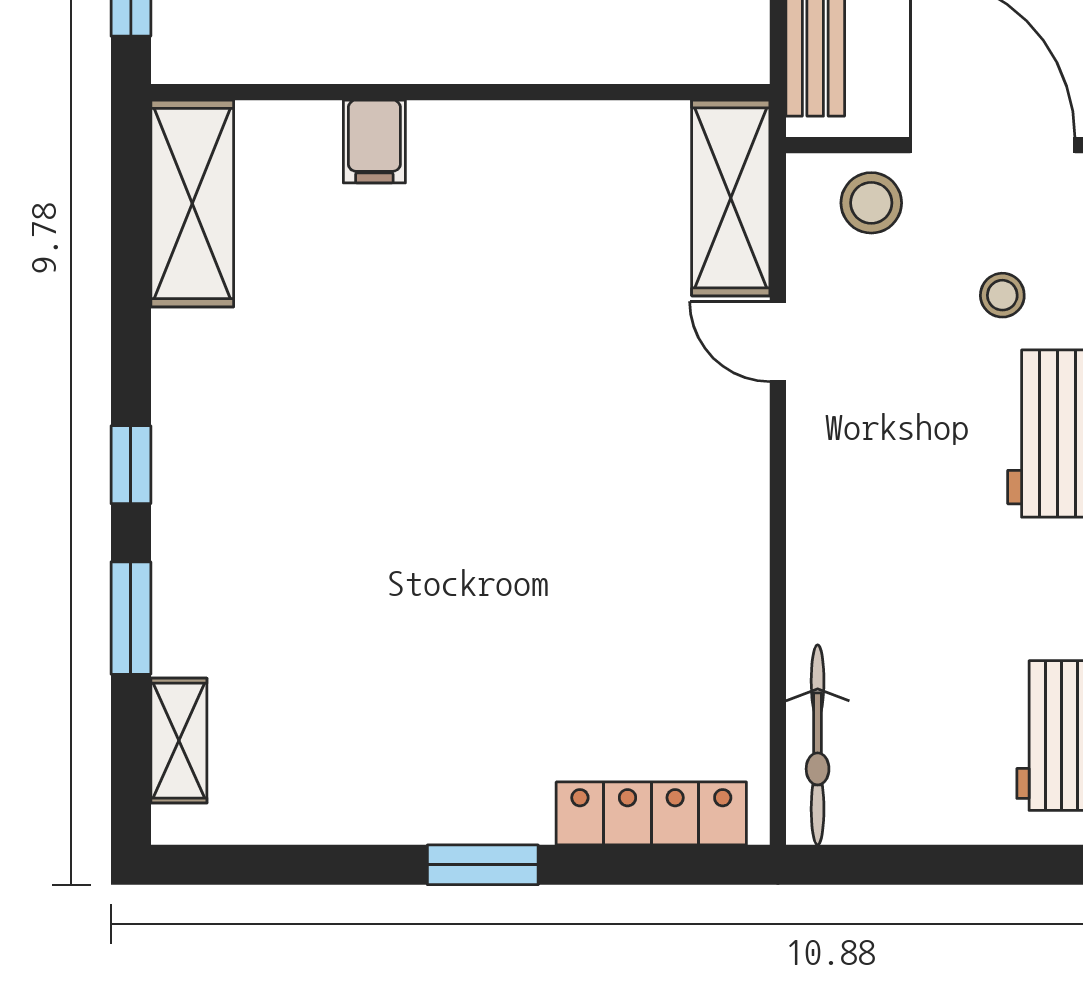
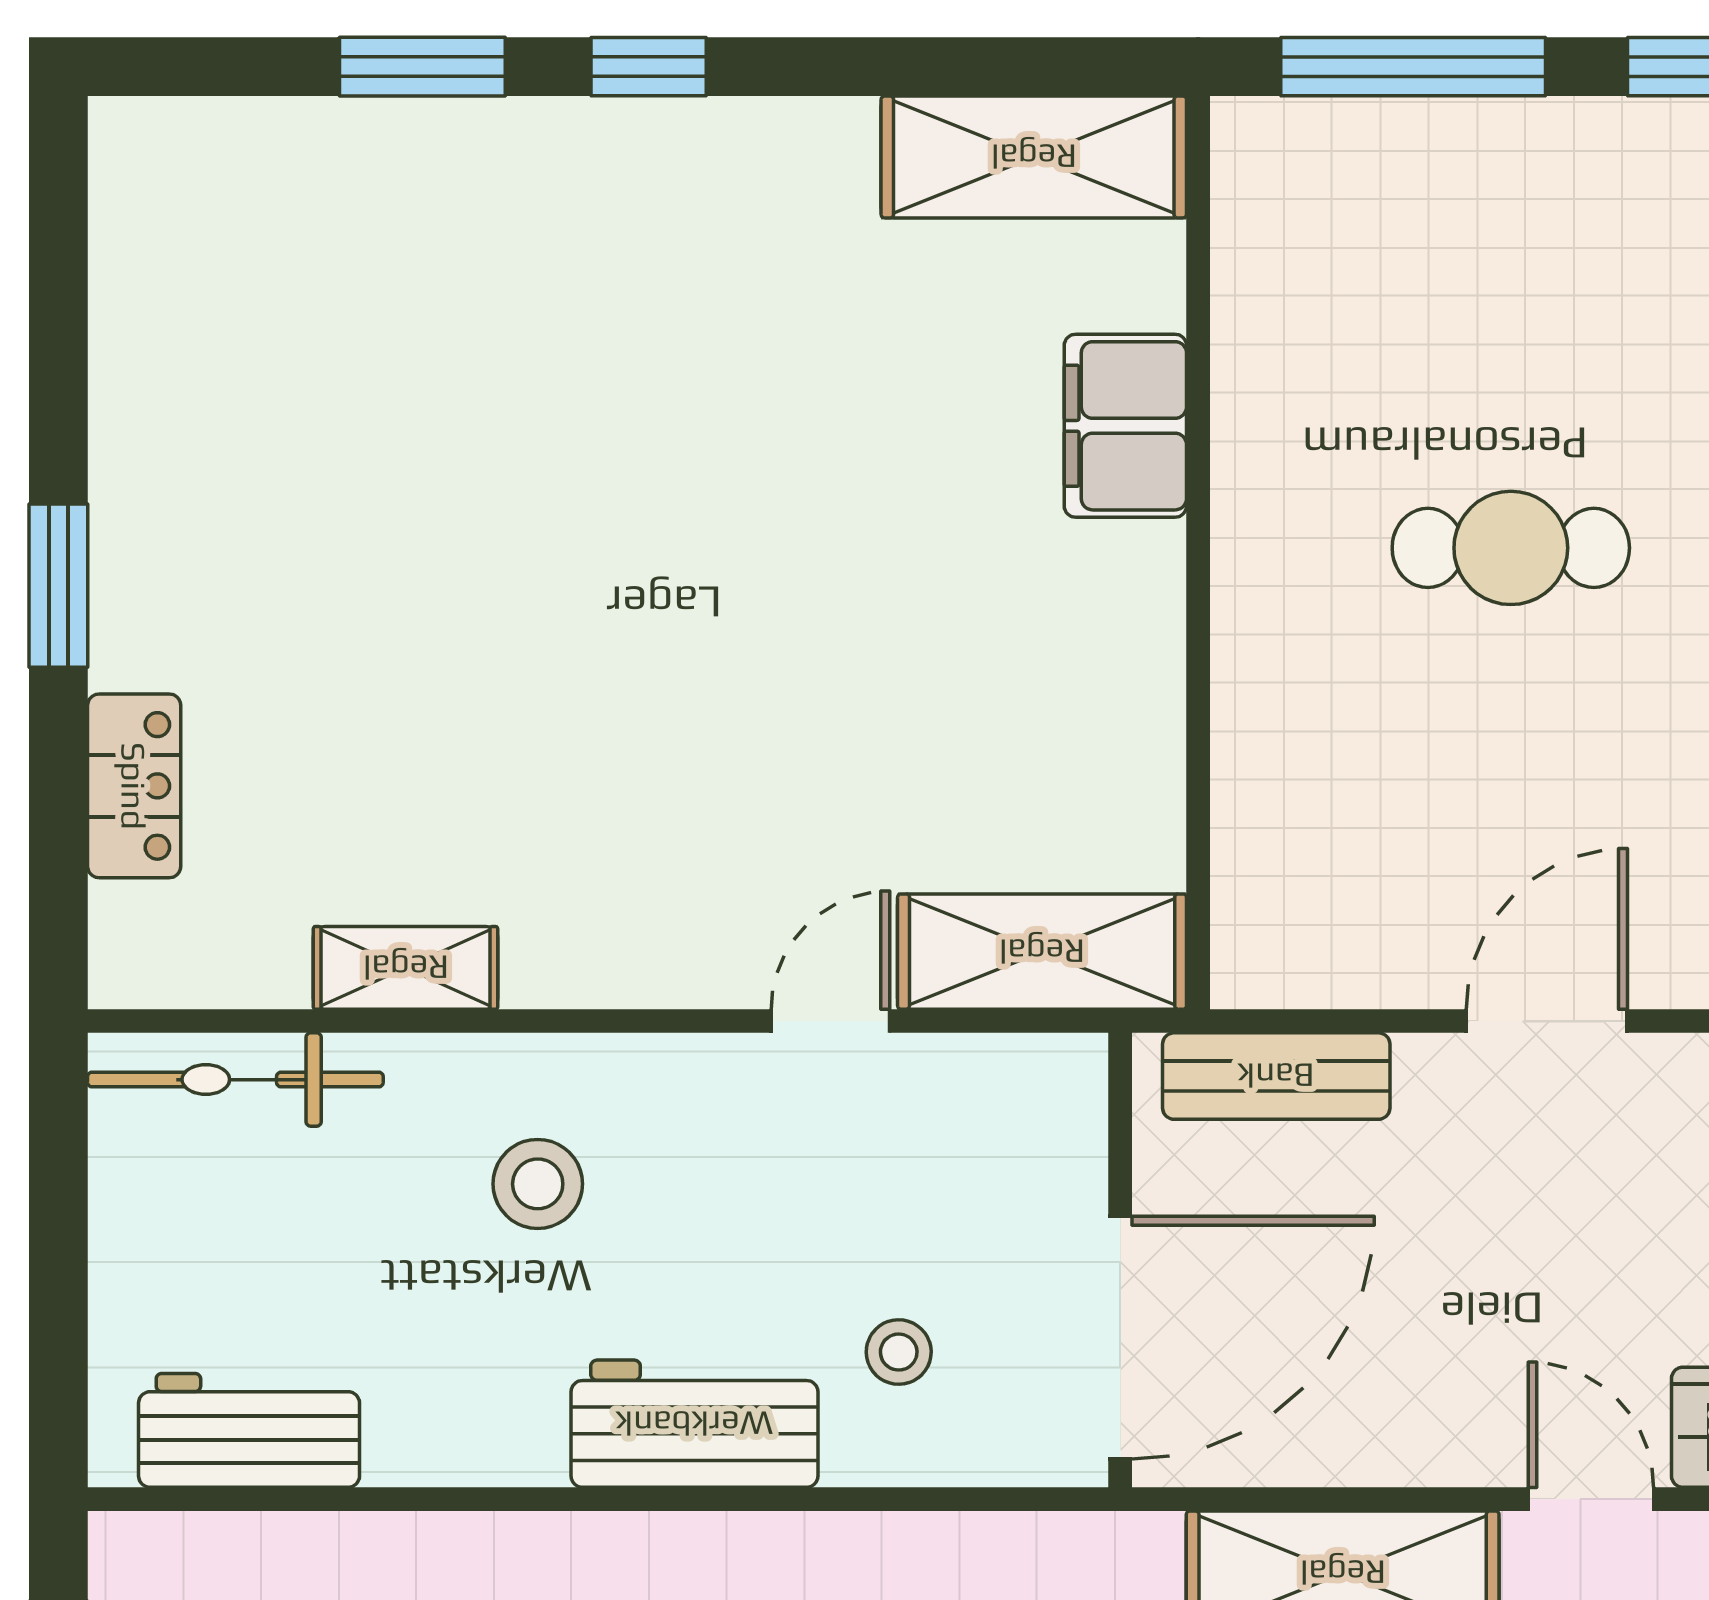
filing cabinet: (374, 142) -> (1125, 426), width x2.00
stool: (871, 203) -> (538, 1184), moved
shelving: (179, 741) -> (406, 968), moved
locker: (651, 813) -> (134, 786), width x0.66

